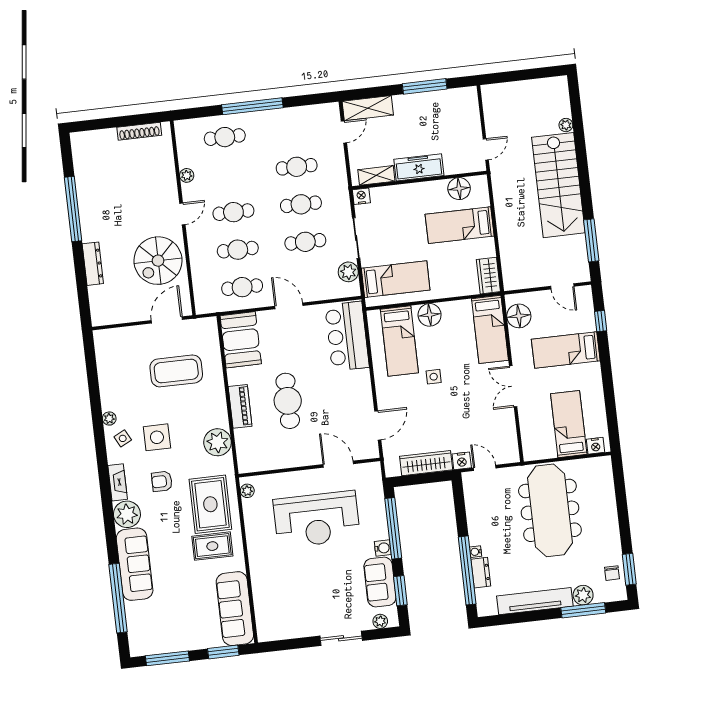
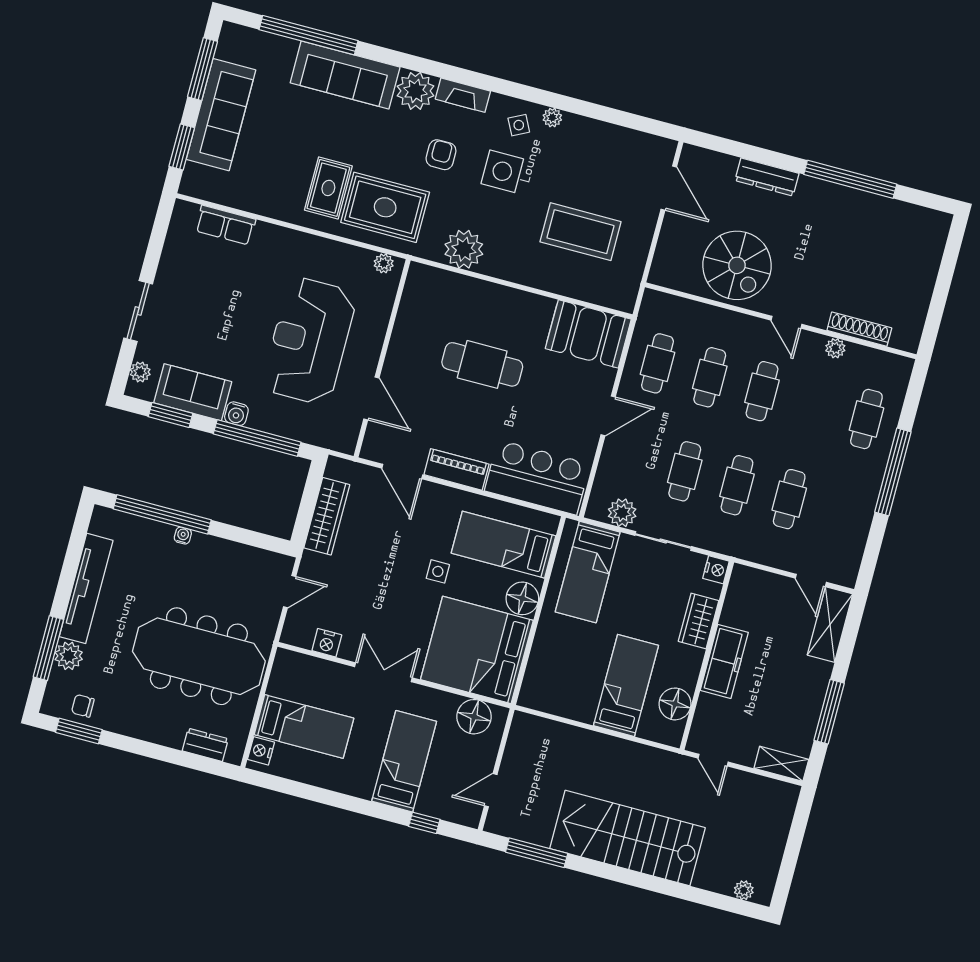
plant: (566, 125) -> (744, 890), moved
shoe rack: (139, 131) -> (859, 329), moved, turned 90
shelving: (376, 175) -> (781, 764), moved, turned 90
spiral stairs: (158, 261) -> (737, 265), turned 180
wardrobe: (488, 276) -> (699, 621), moved, turned -90
door: (167, 320) -> (669, 188), moved
bed: (490, 329) -> (477, 650), width x2.04
coffee table: (176, 371) -> (581, 232), turned 90
piano: (240, 406) -> (456, 469), moved, turned 180
nightstand: (462, 461) -> (327, 643), moved, turned -90
door: (338, 464) -> (371, 399), hinge flipped
dresser: (481, 573) -> (205, 745), moved, turned 180
row of seats: (263, 604) -> (225, 225), added
sofa: (235, 609) -> (221, 115), moved, turned 90

